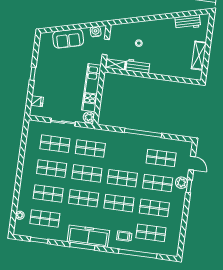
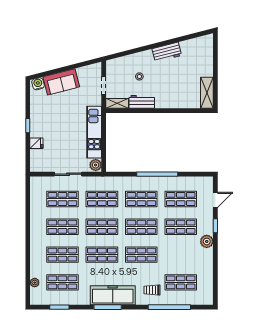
workbench: (188, 22) -> (167, 52), moved
water cooler: (96, 32) -> (38, 84), moved
shelving: (199, 56) -> (207, 93), moved
fridge: (37, 101) -> (36, 143), moved
door: (192, 163) -> (215, 200), hinge flipped
plant: (181, 183) -> (207, 241), moved
shop shelf: (154, 208) -> (141, 199), moved

